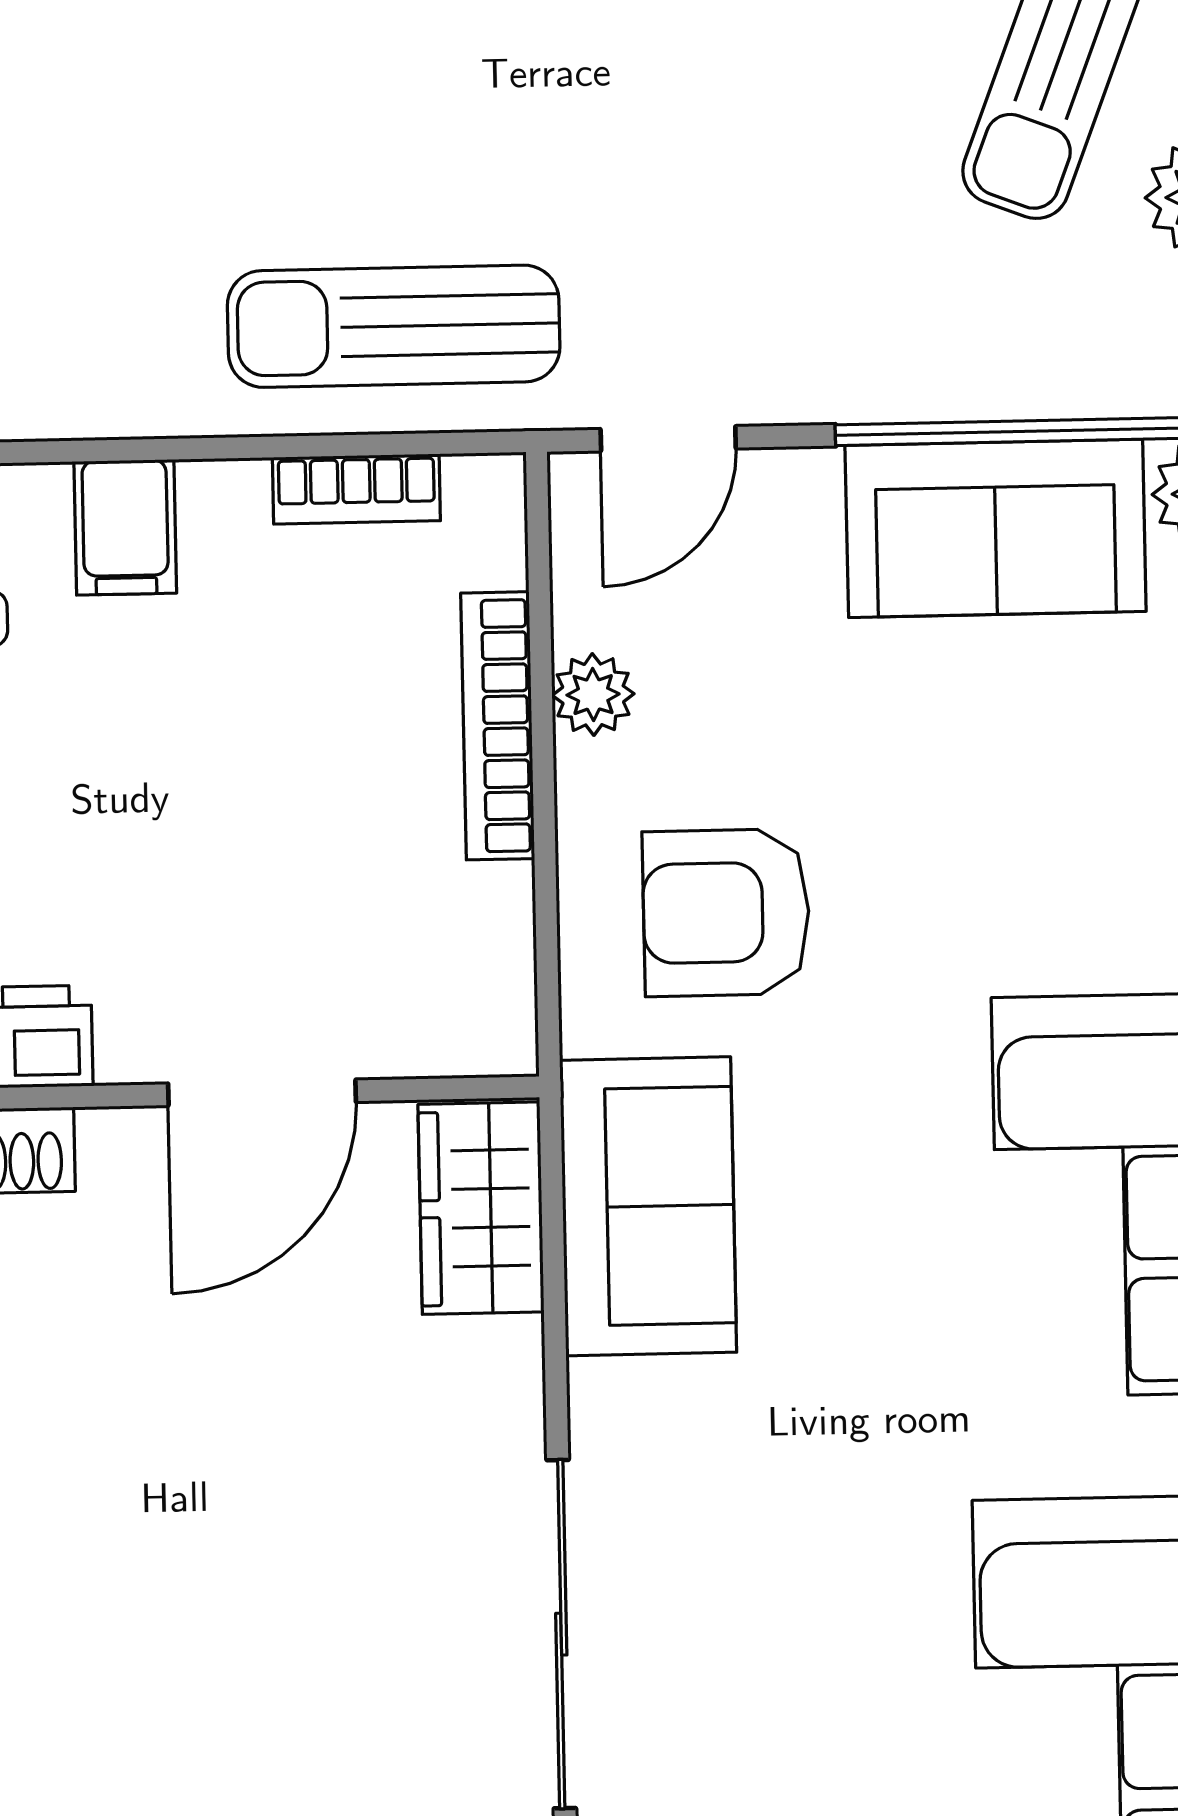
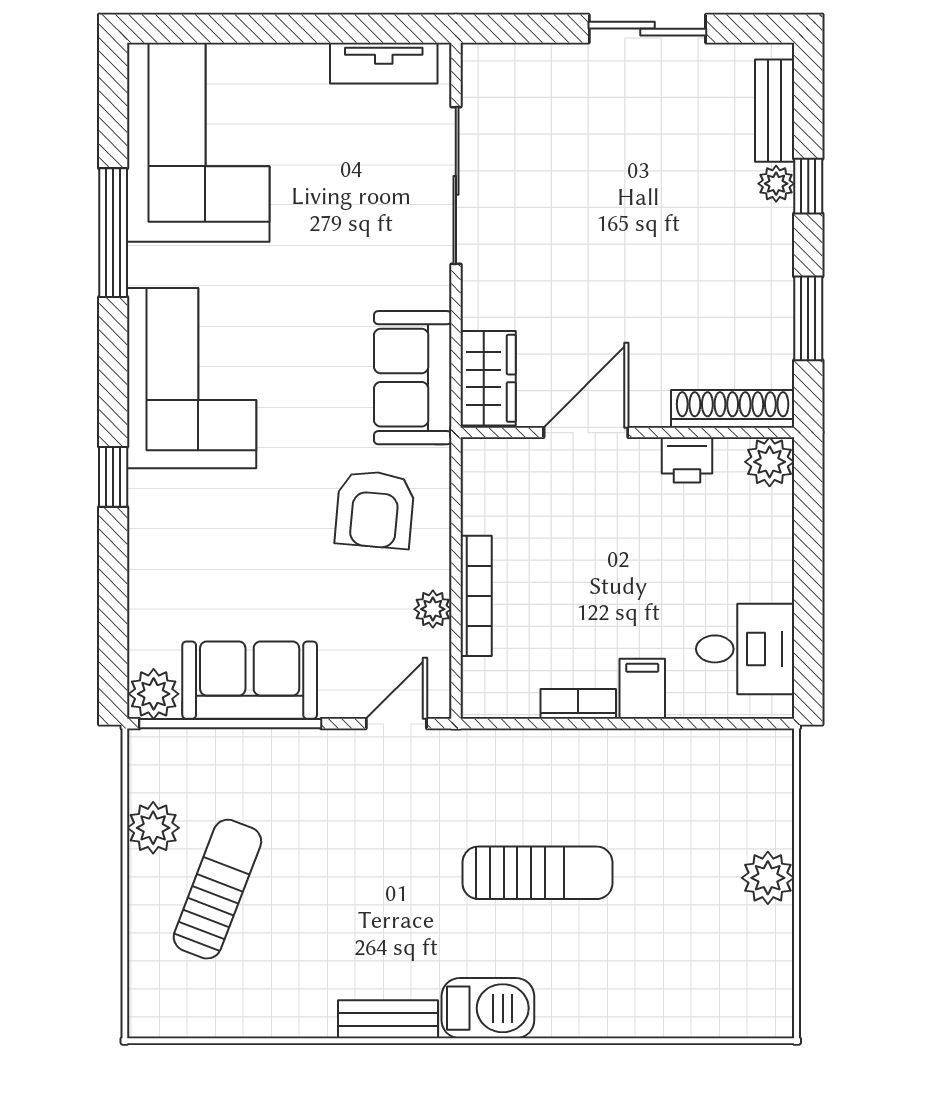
sun lounger: (394, 326) -> (537, 873), moved
bookcase: (356, 489) -> (578, 704), moved
armchair: (726, 913) -> (375, 509), turned 95

